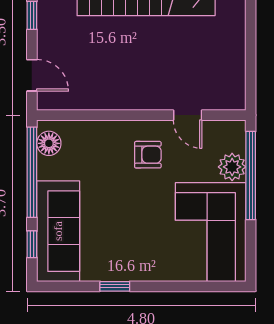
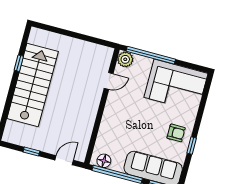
armchair: (148, 155) -> (176, 133), moved, turned 90
plant: (232, 167) -> (125, 59), moved

